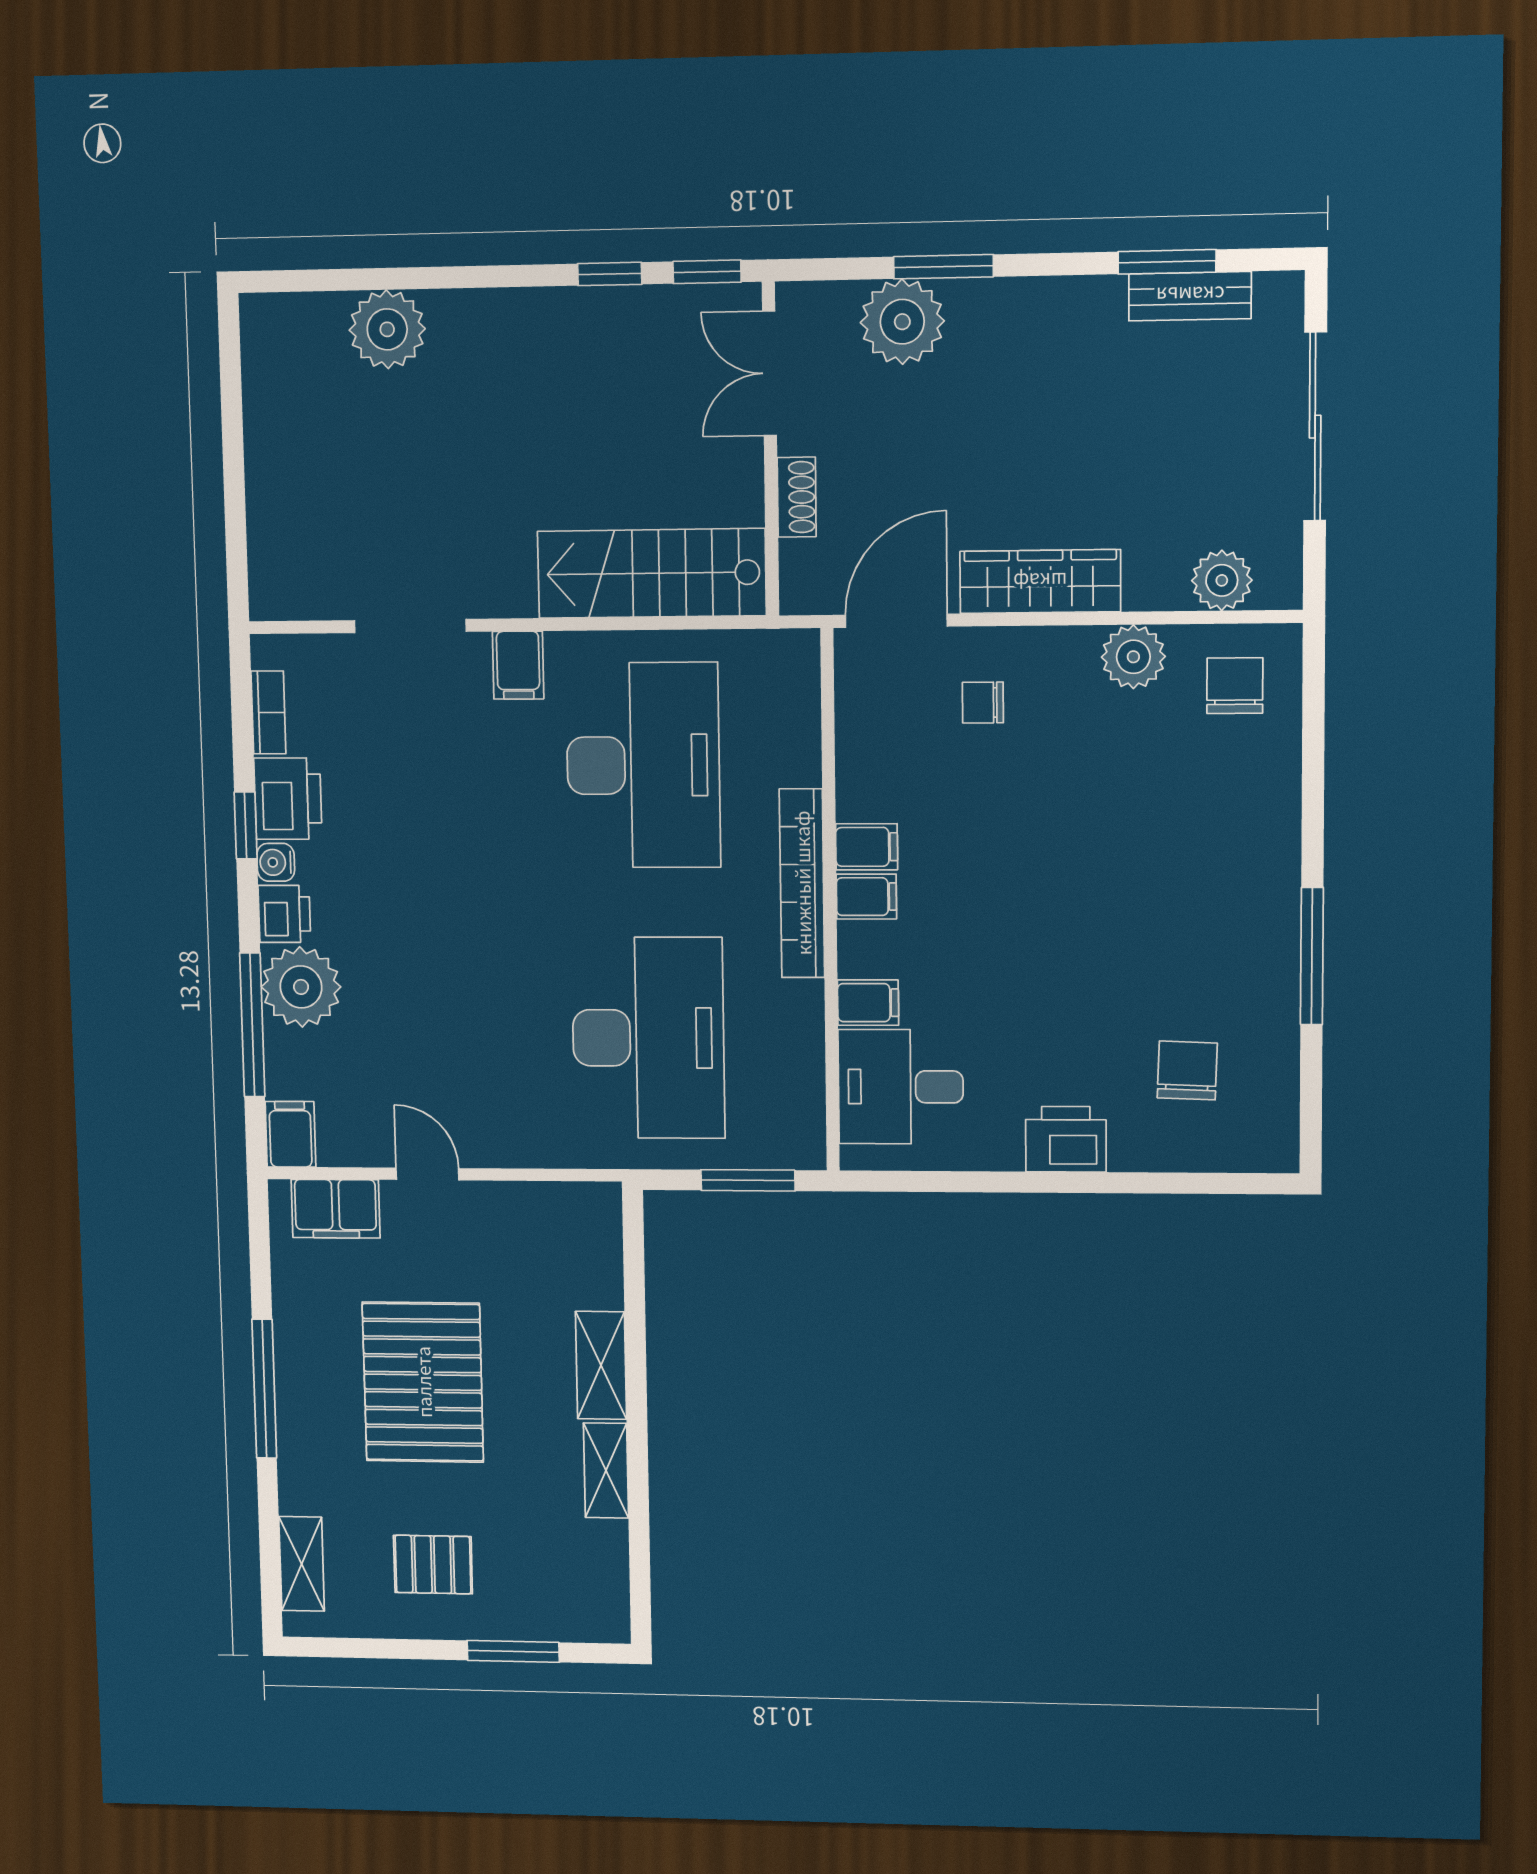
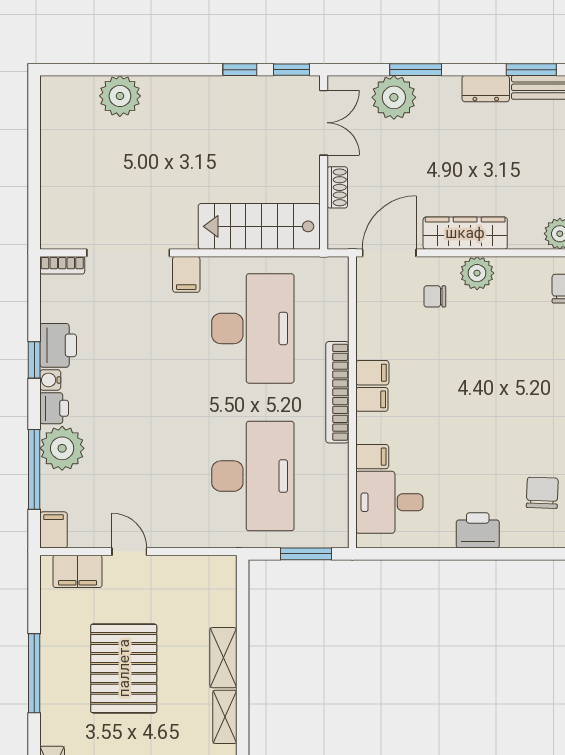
dresser: (1079, 301) -> (486, 89), added
double door: (769, 373) -> (324, 123), swing flipped
doorway: (410, 626) -> (128, 253), width x1.36
plant: (1133, 657) -> (477, 273), moved
bookcase: (268, 712) -> (62, 265), moved, turned 90

